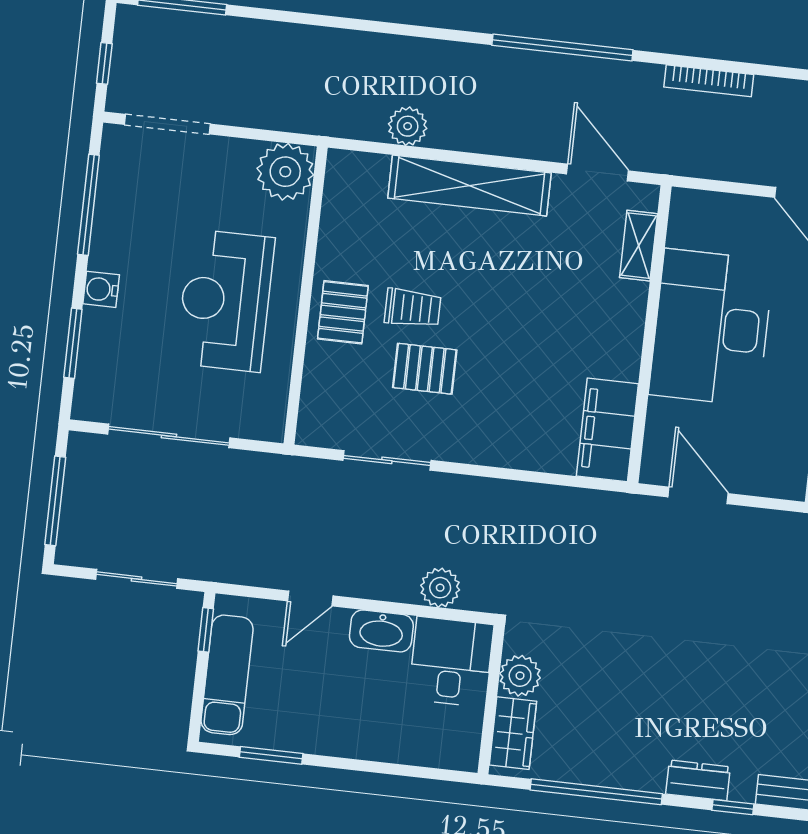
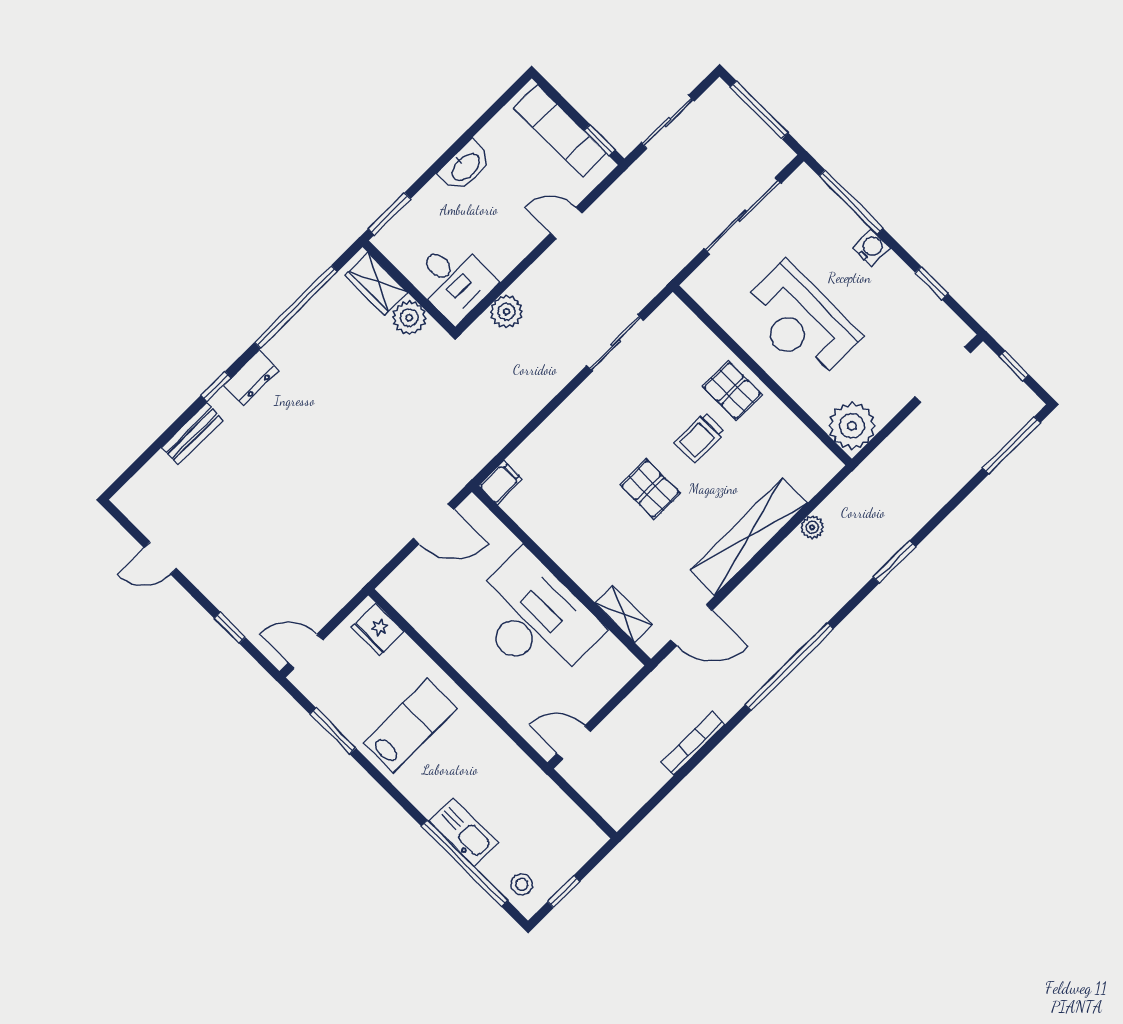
window: (382, 27) -> (894, 562), added
plant: (408, 126) -> (812, 527), width x0.73, depth x0.73
window: (88, 205) -> (932, 283), width x0.46
reception desk: (225, 300) -> (800, 321), turned 180
window: (73, 343) -> (851, 202), width x1.44
pallet: (425, 369) -> (650, 489), moved, turned 90
filing cabinet: (607, 430) -> (500, 483), width x0.33, depth x0.86
door: (310, 598) -> (566, 223), hinge flipped
washbasin: (381, 631) -> (465, 167), moved, turned 180
window: (271, 755) -> (389, 214), moved

